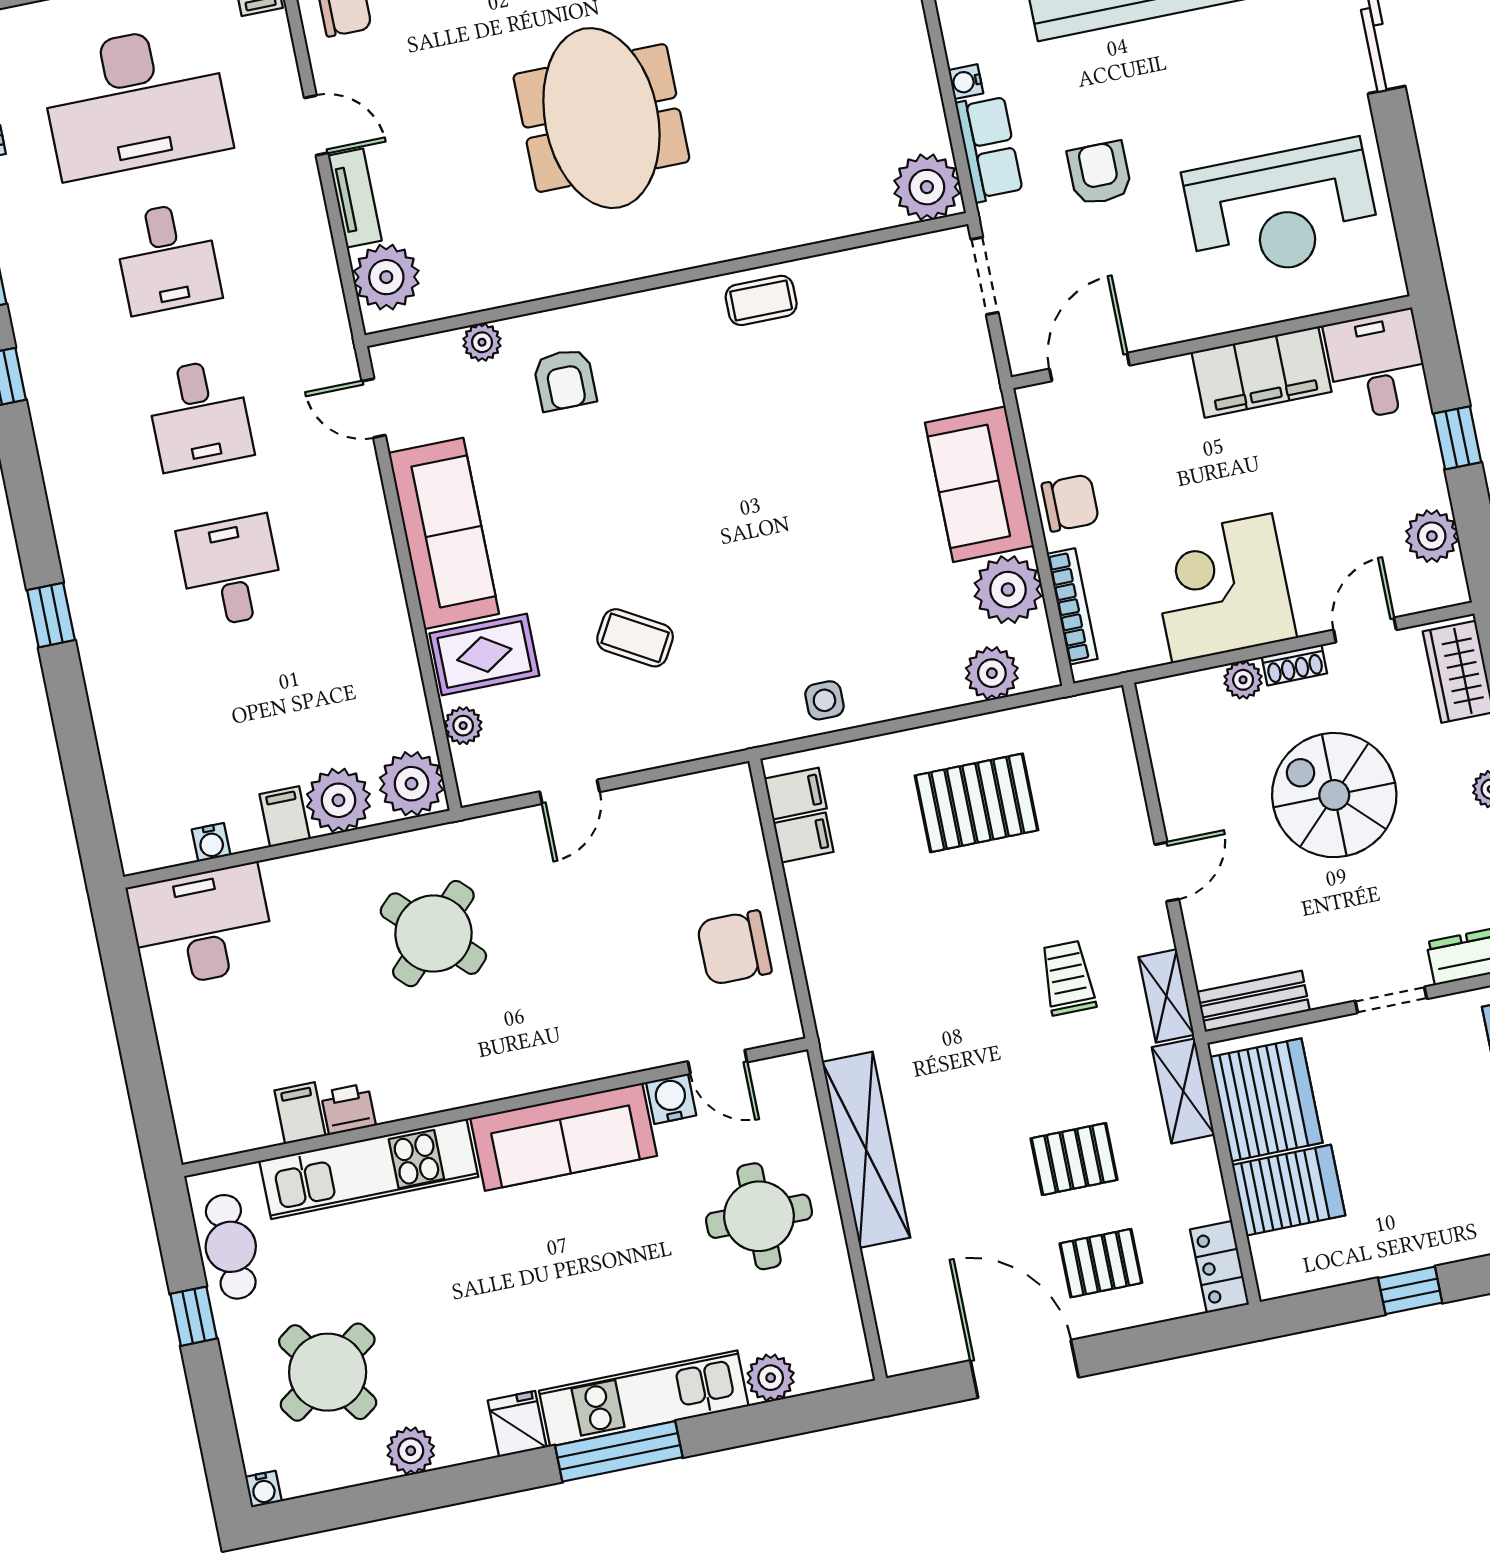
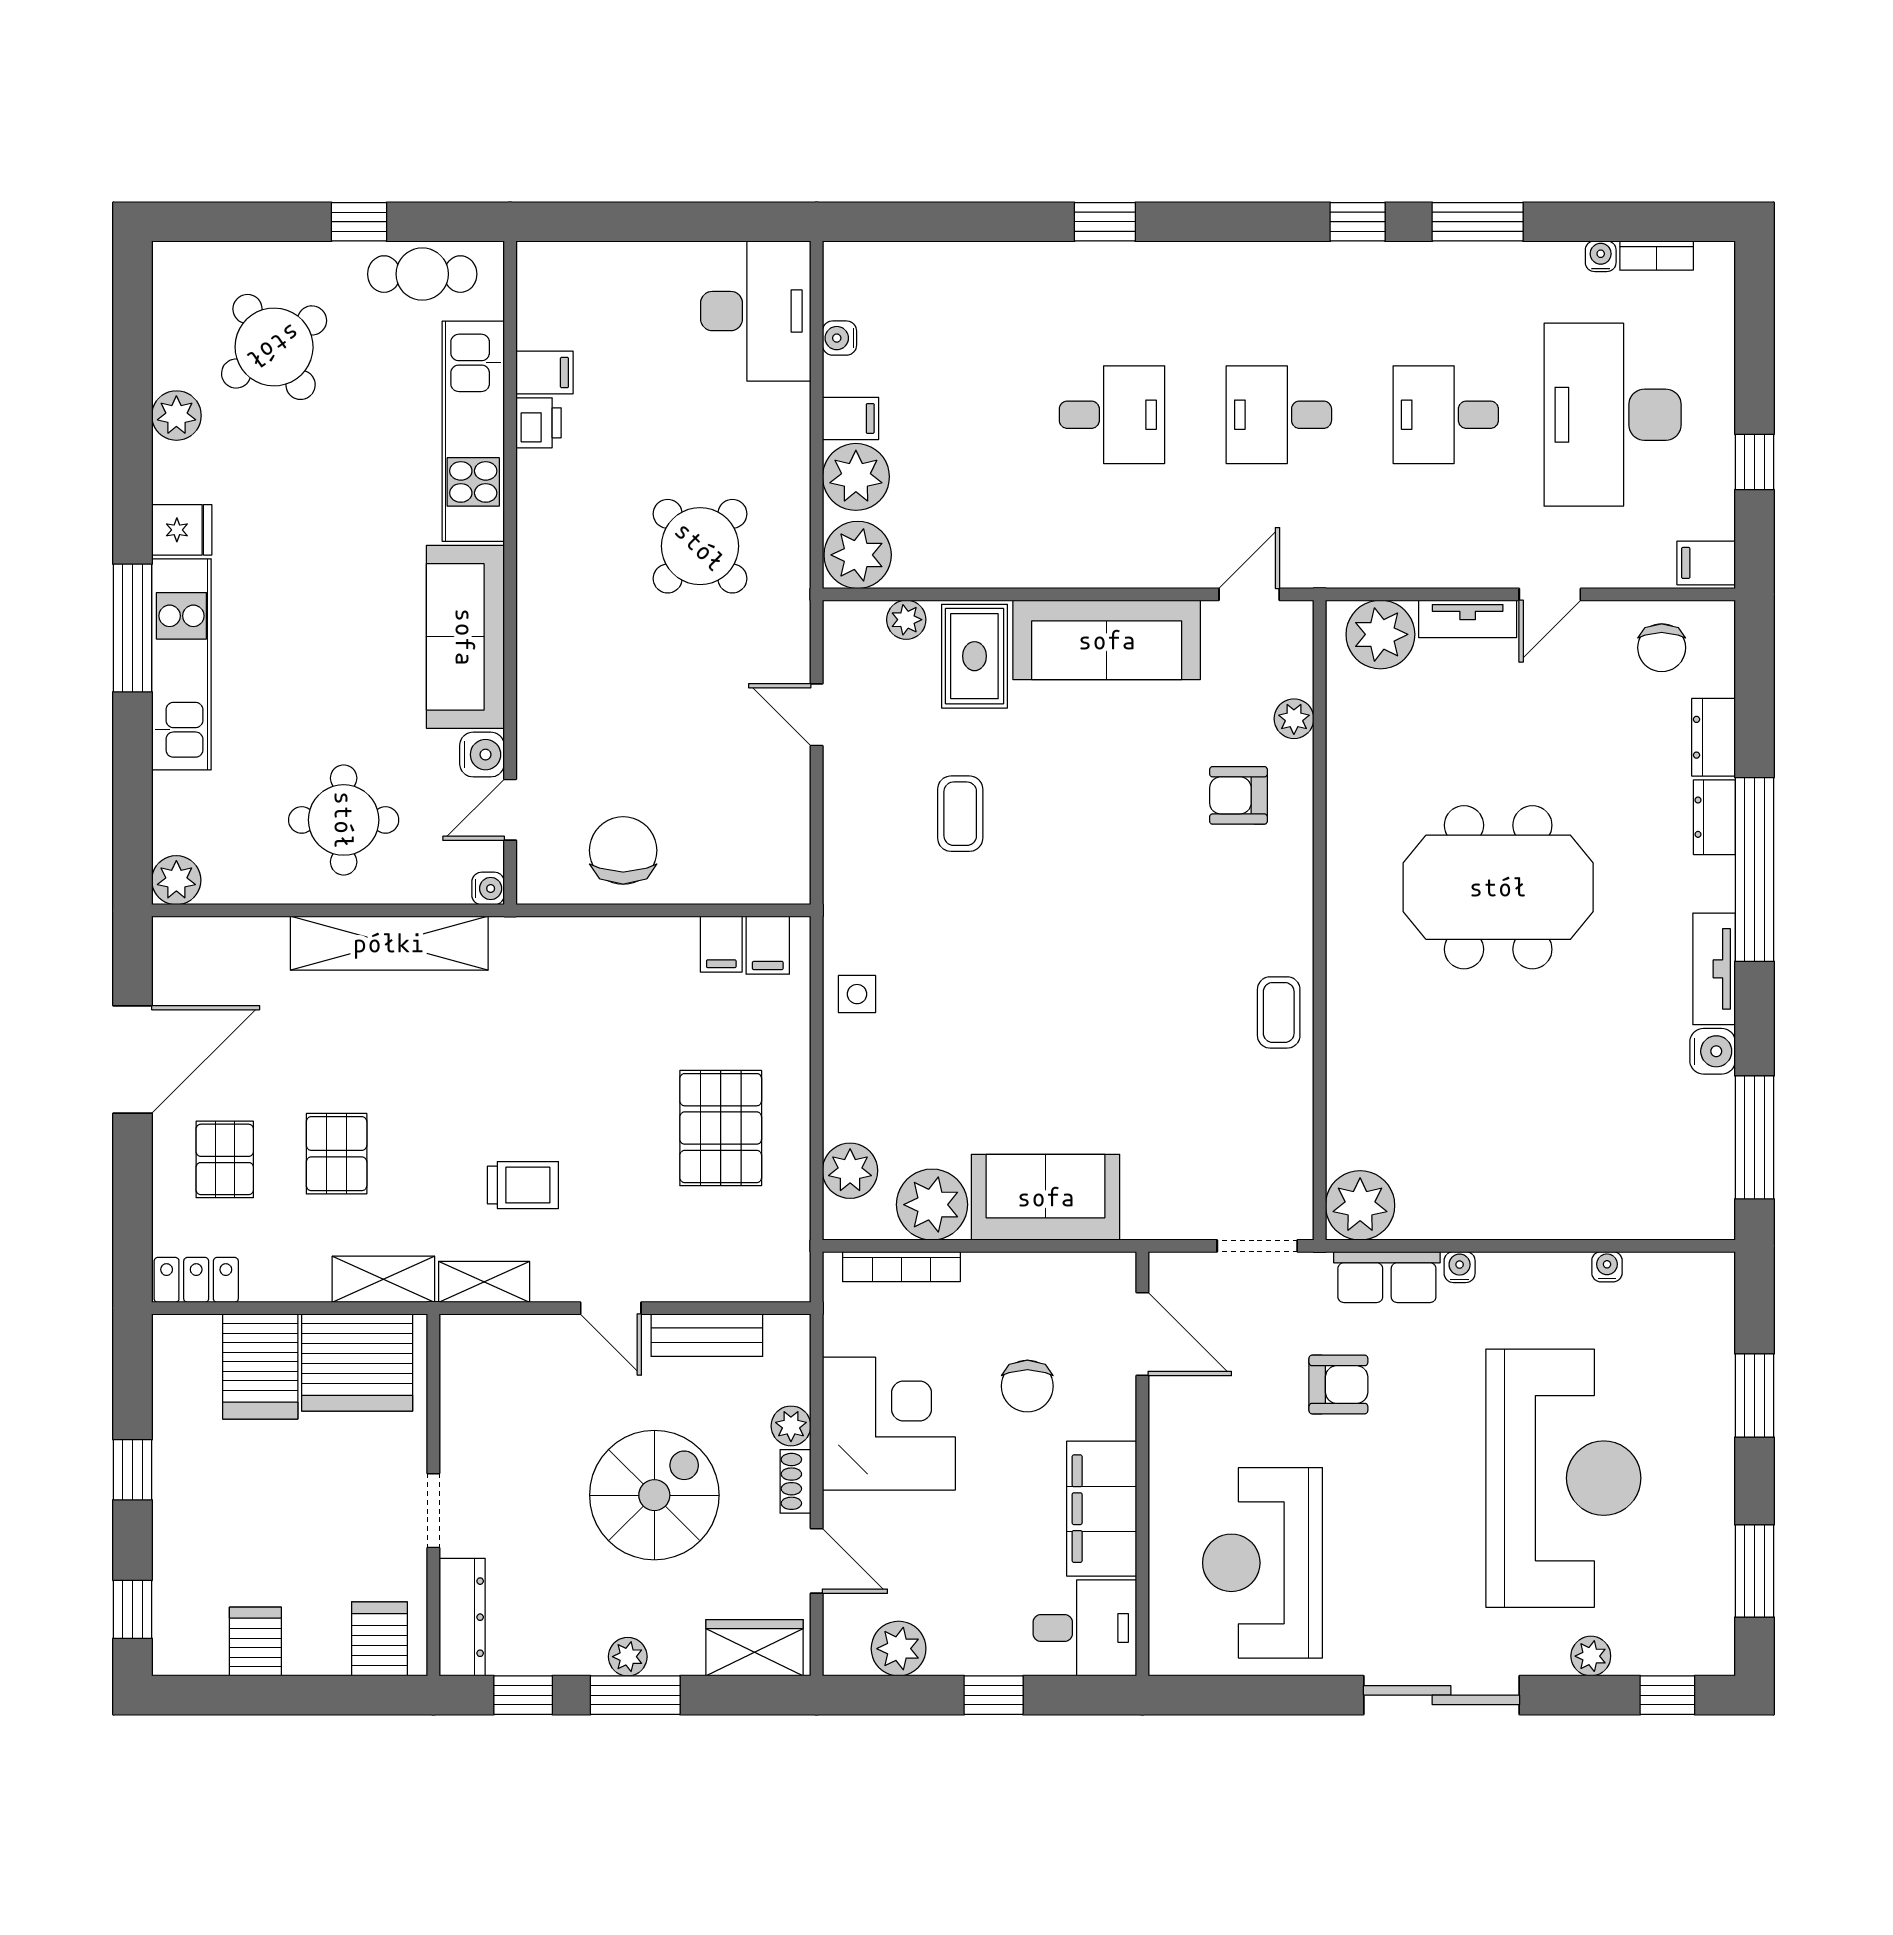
chair: (1070, 503) -> (1027, 1386), moved
coffee table: (635, 638) -> (960, 814), turned -30
bench: (1253, 1001) -> (707, 1335), moved, turned 90
plant: (771, 1378) -> (176, 880), moved
water cooler: (263, 1489) -> (488, 888), moved, turned 180

